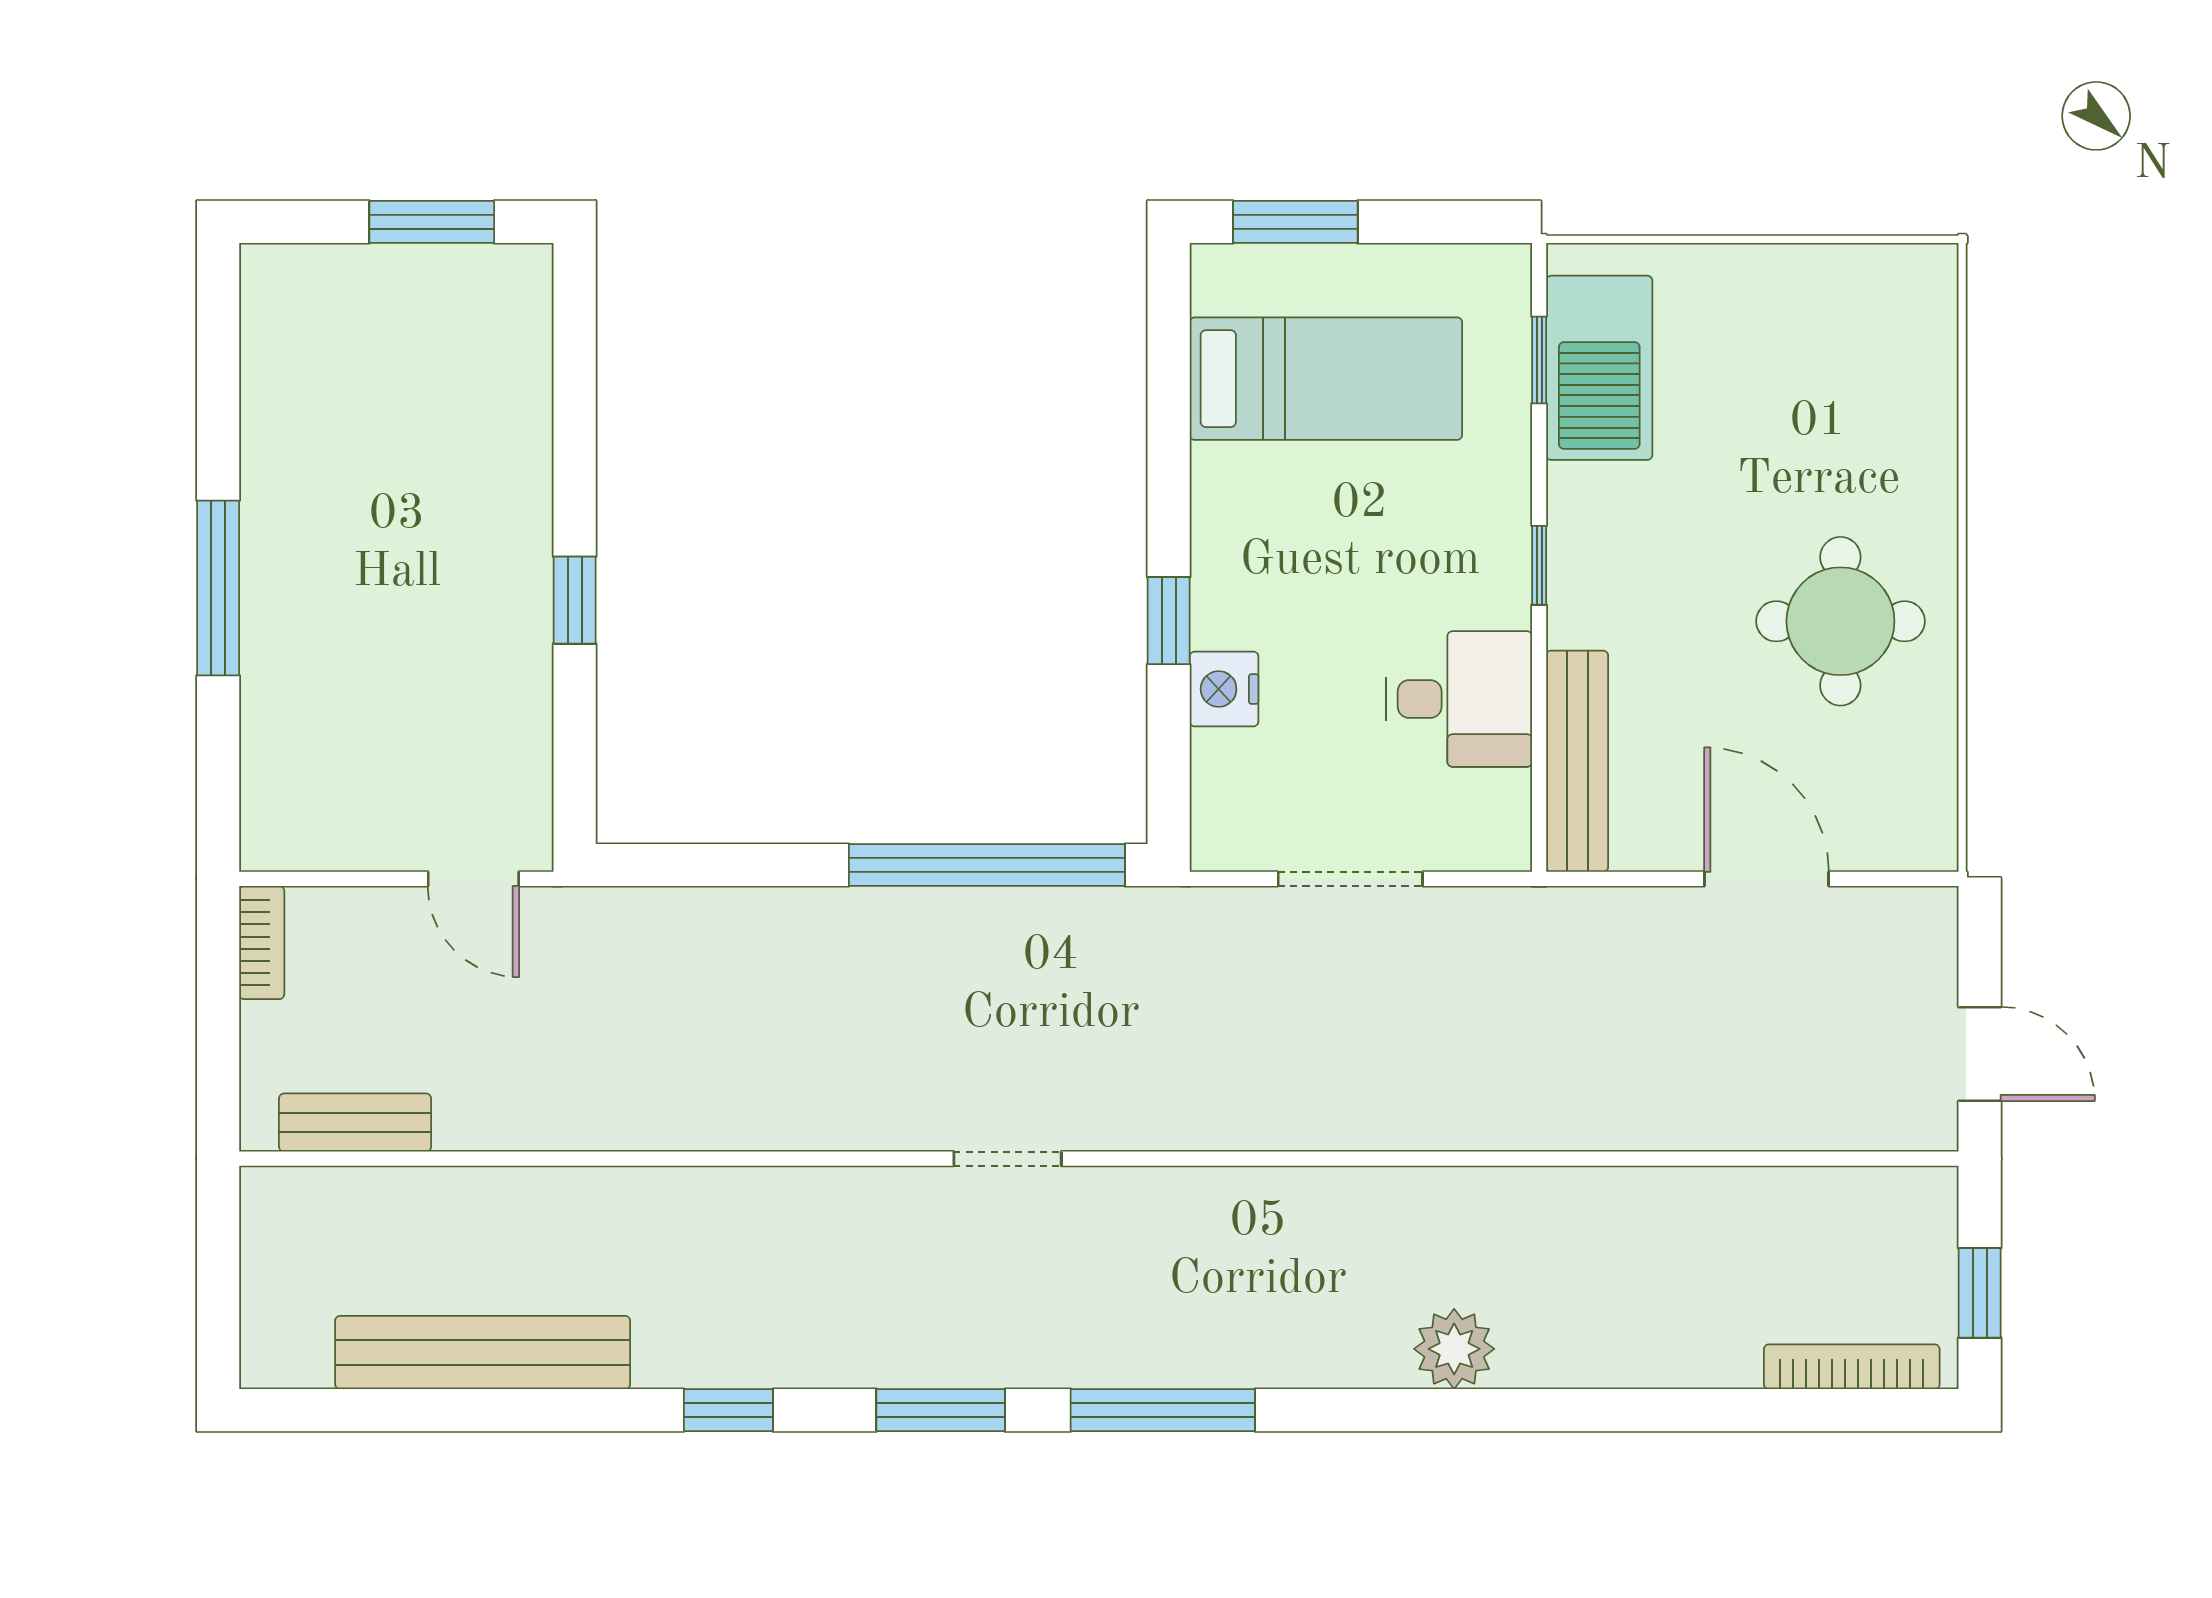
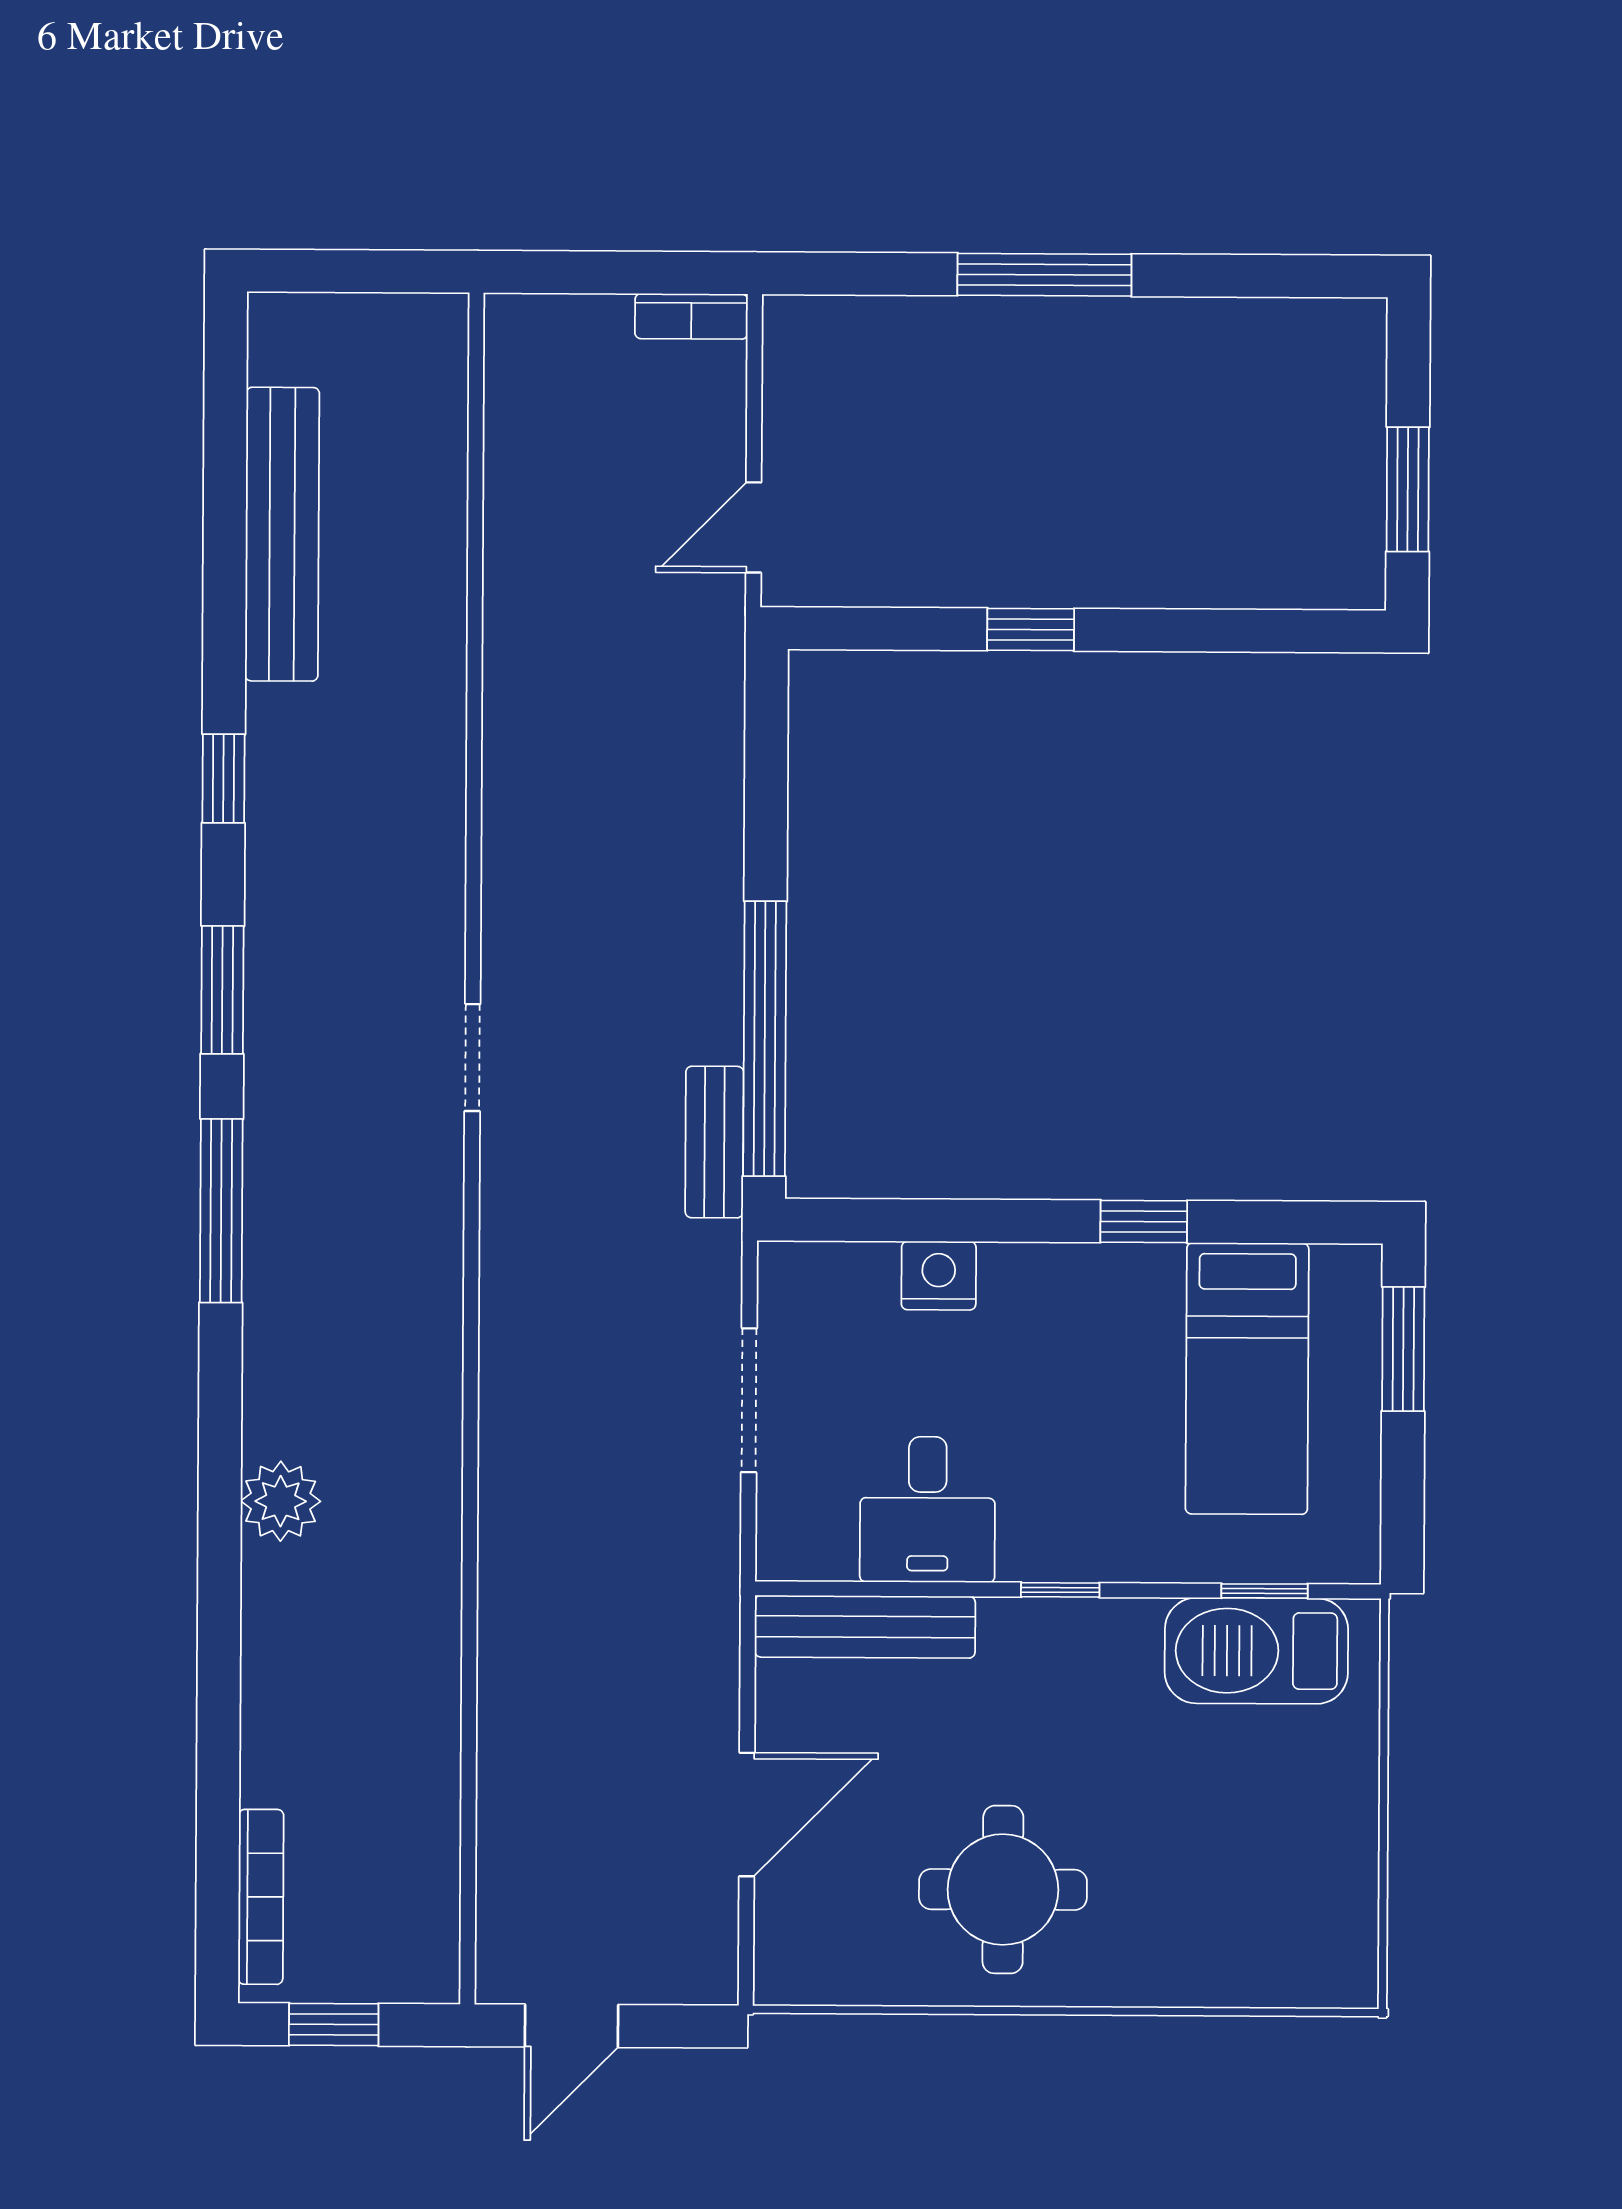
window: (1169, 621) -> (1144, 1222), moved
bench: (355, 1123) -> (714, 1142), moved

